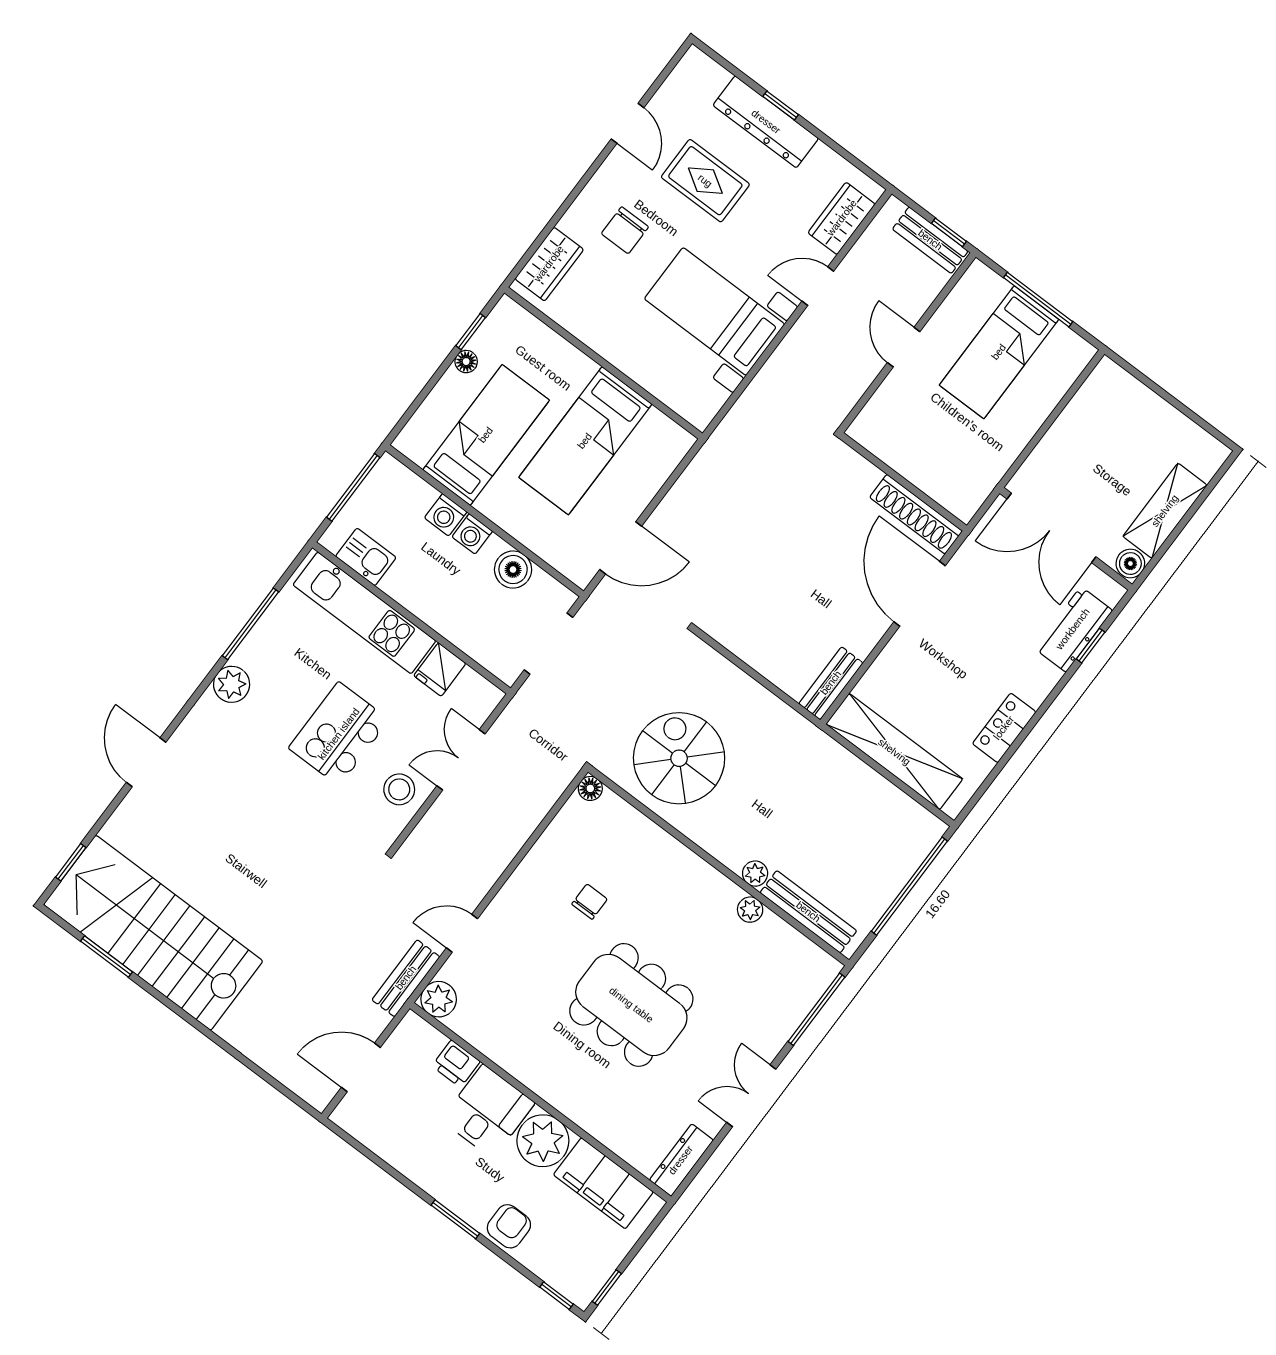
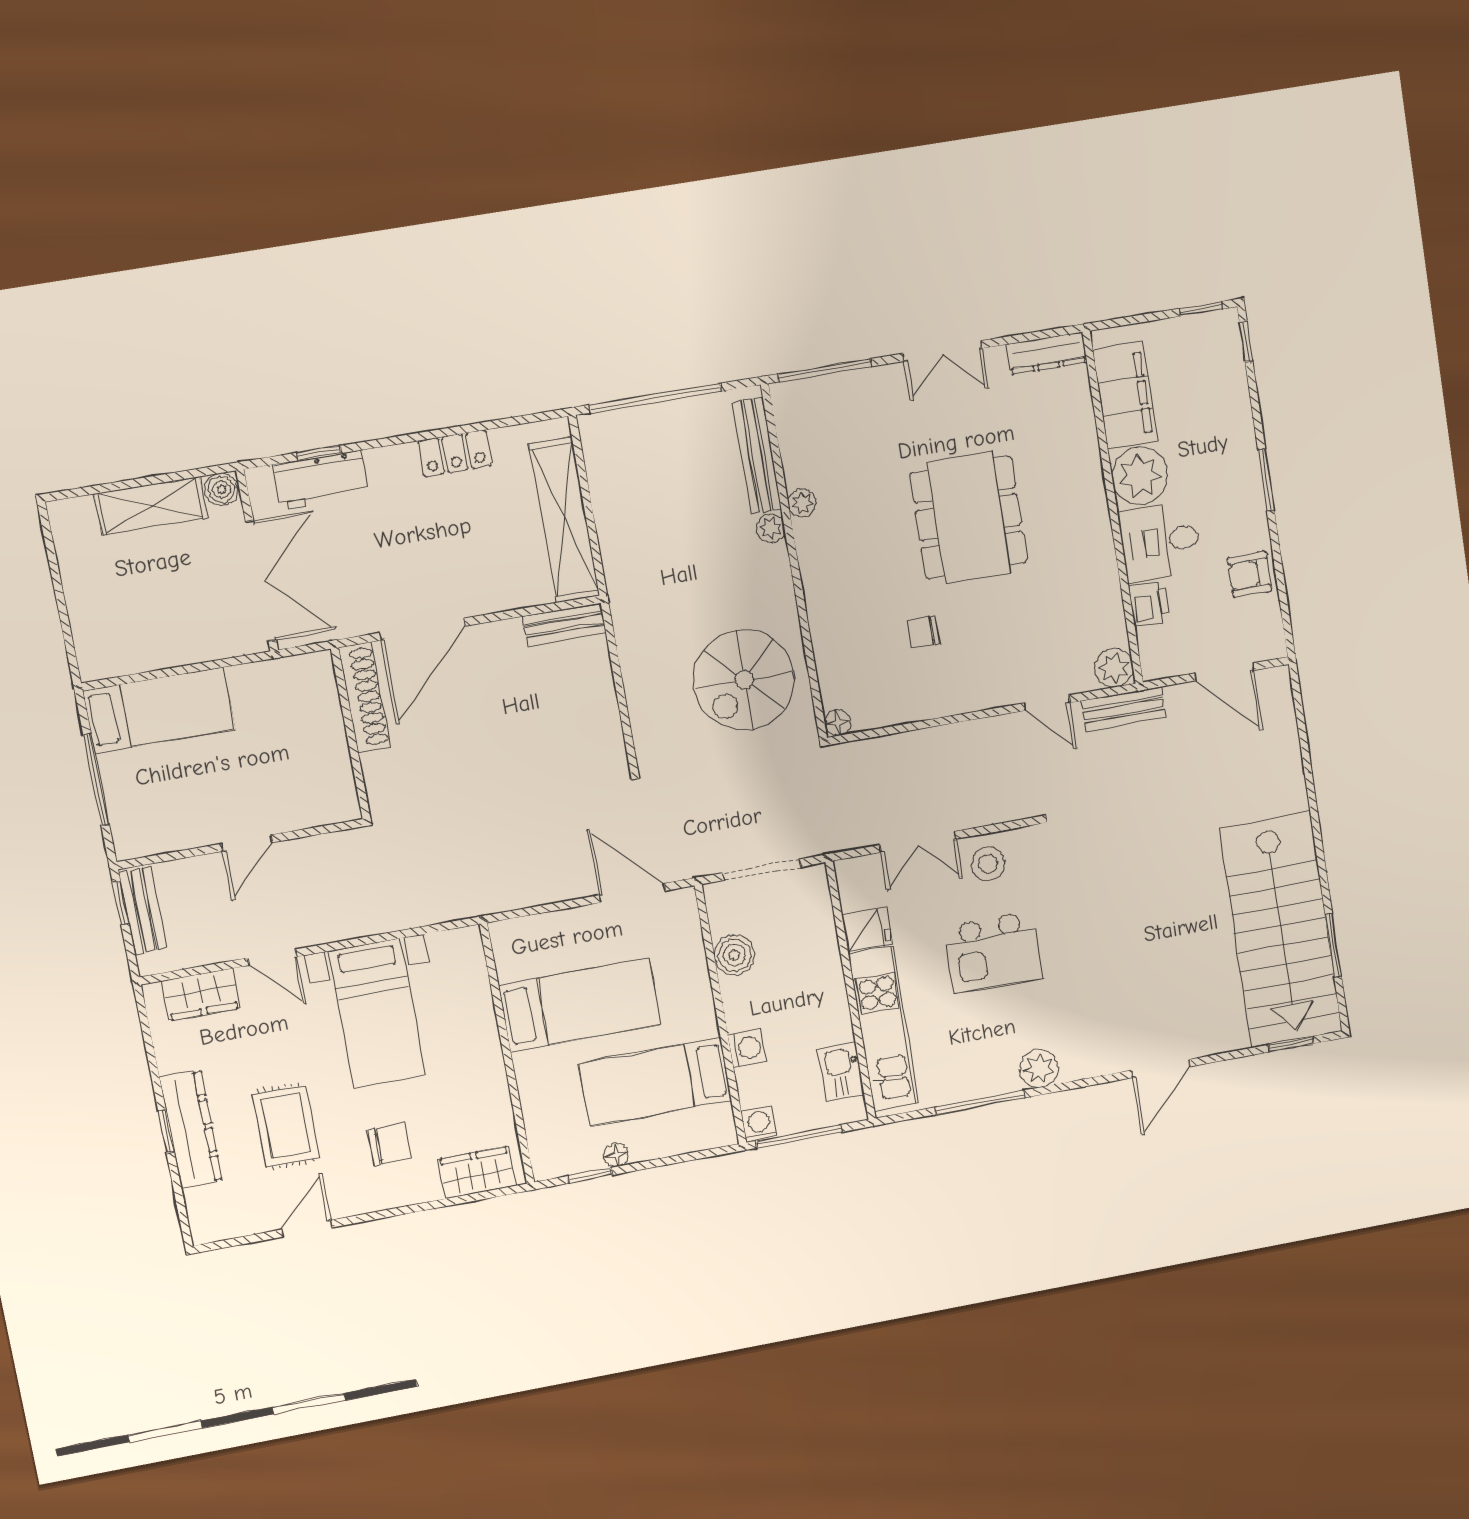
bed: (999, 352) -> (159, 710), moved
washing machine: (472, 534) -> (759, 1124), moved, turned -90
armchair: (509, 1226) -> (1250, 574), moved

